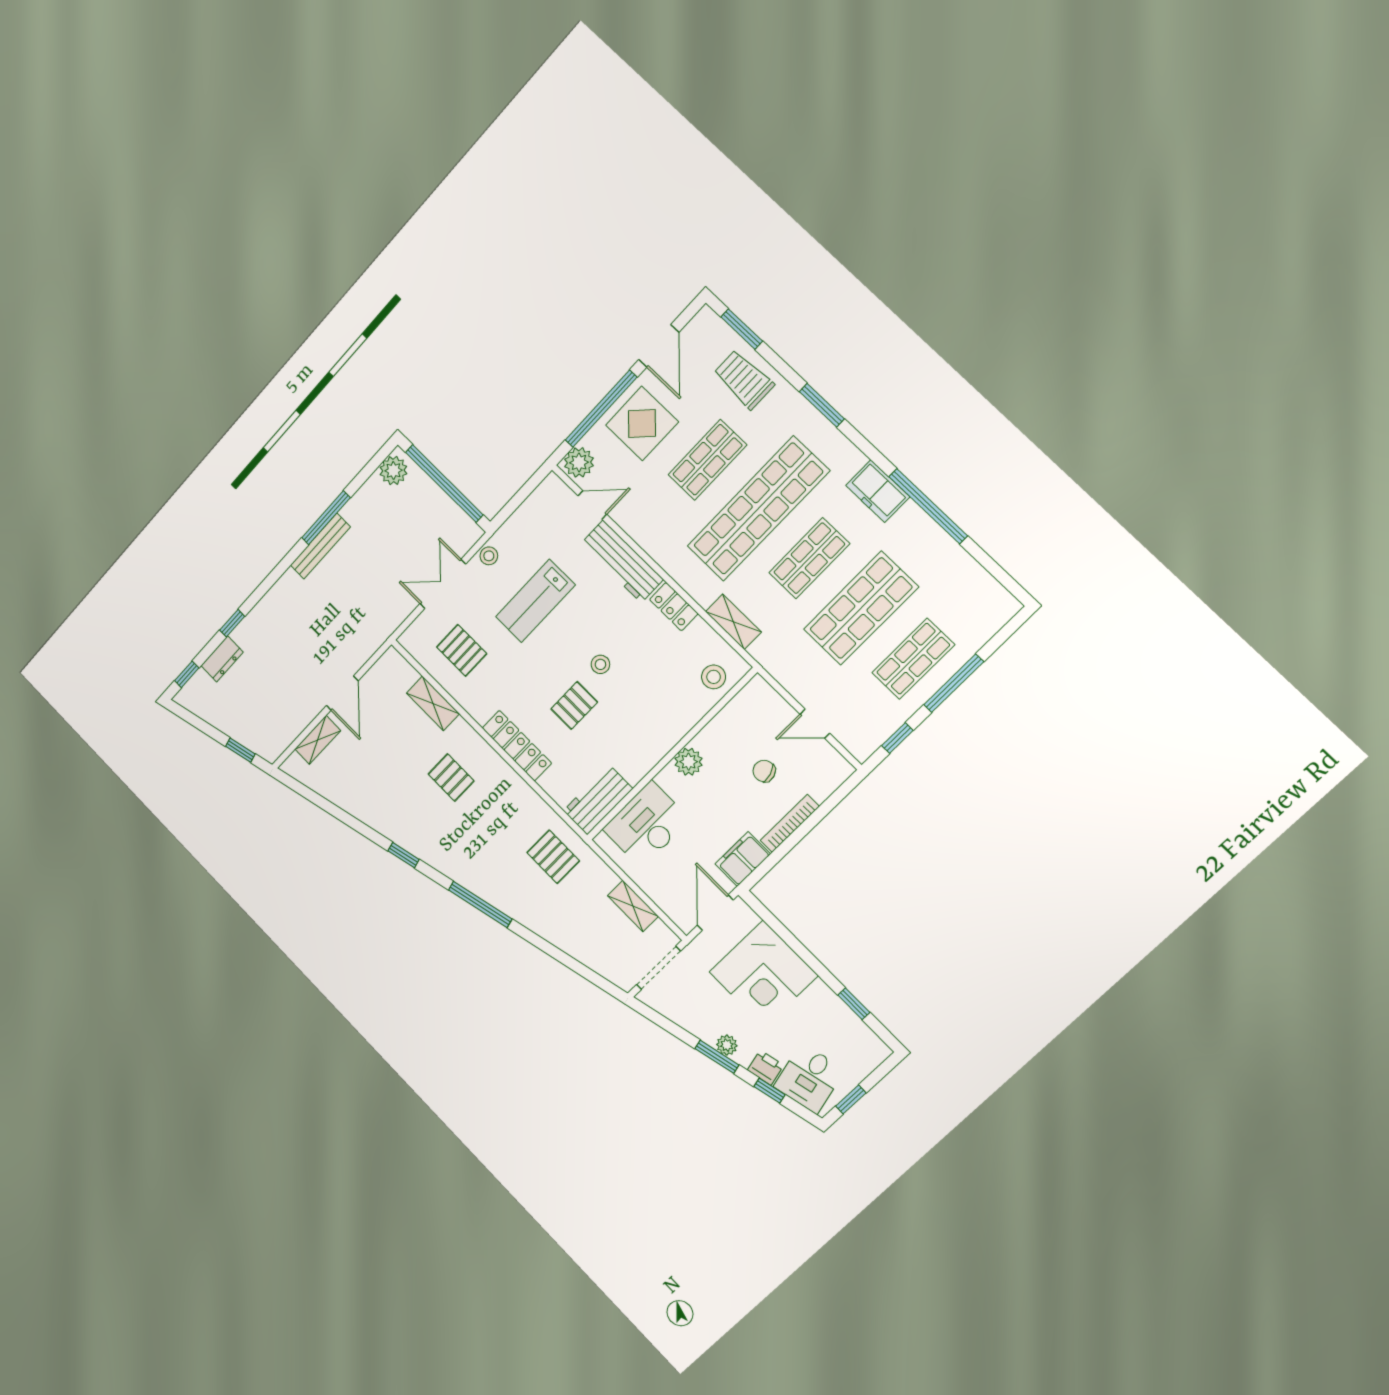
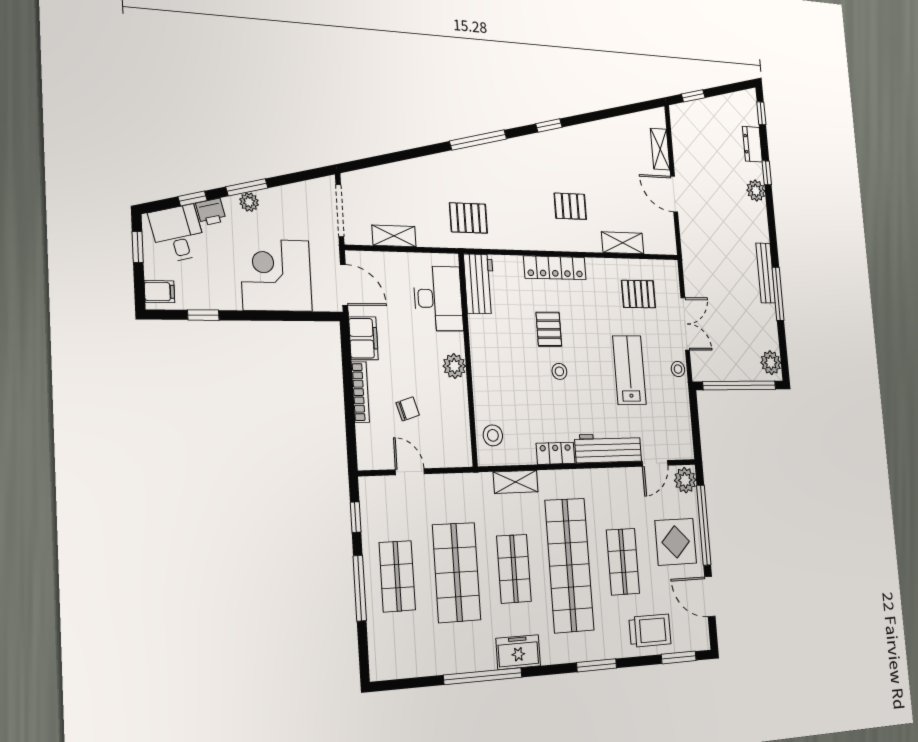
plant: (259, 620) -> (756, 191), added
door: (815, 724) -> (410, 472), hinge flipped
filing cabinet: (869, 1053) -> (159, 292), added

